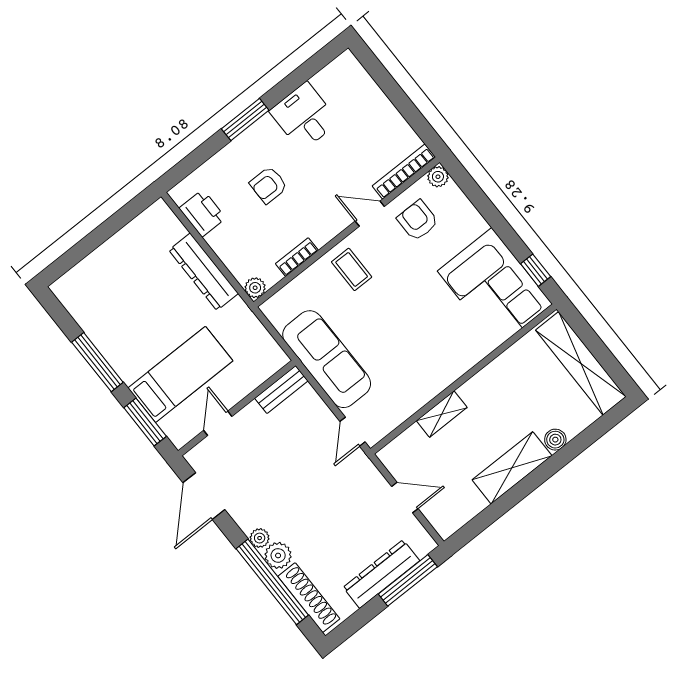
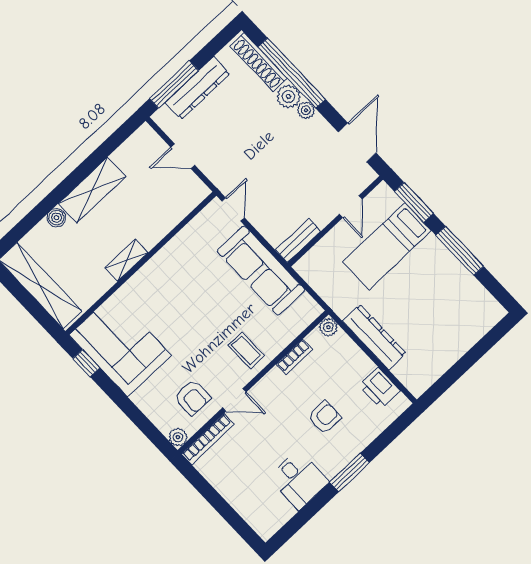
shelving: (442, 414) -> (126, 260), moved

